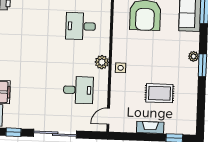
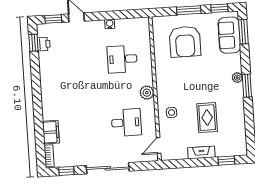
side table: (121, 68) -> (172, 112), moved
rug: (159, 93) -> (207, 118), turned 90

